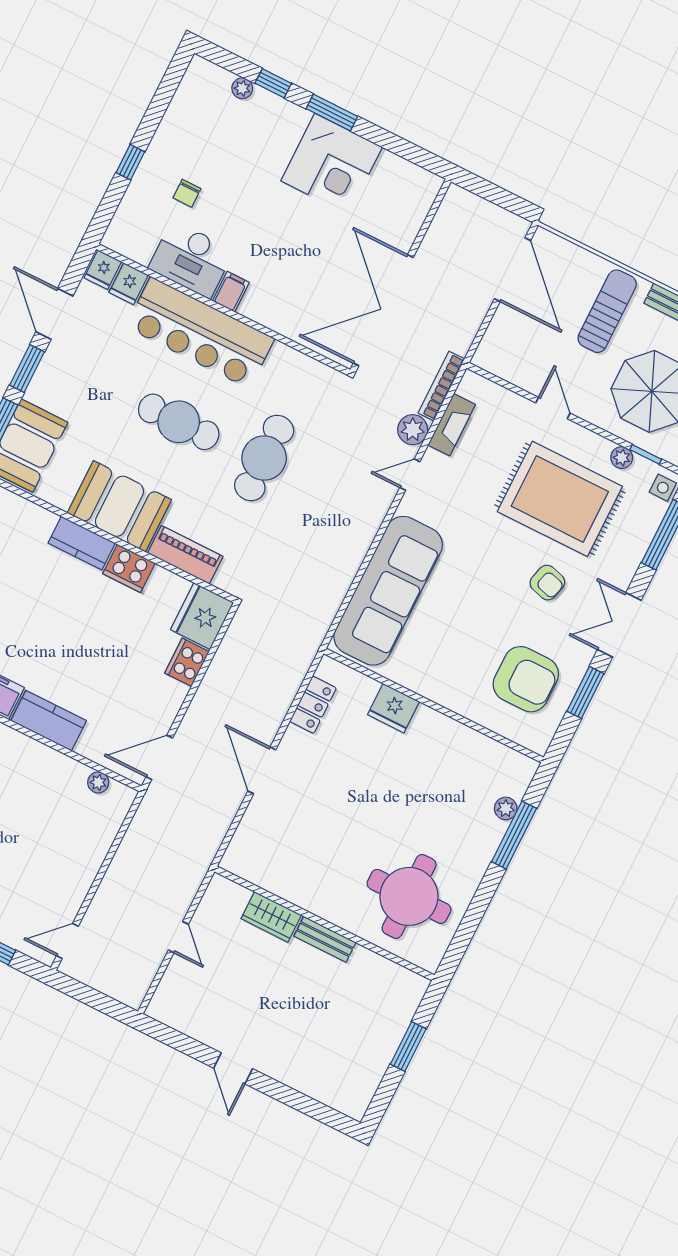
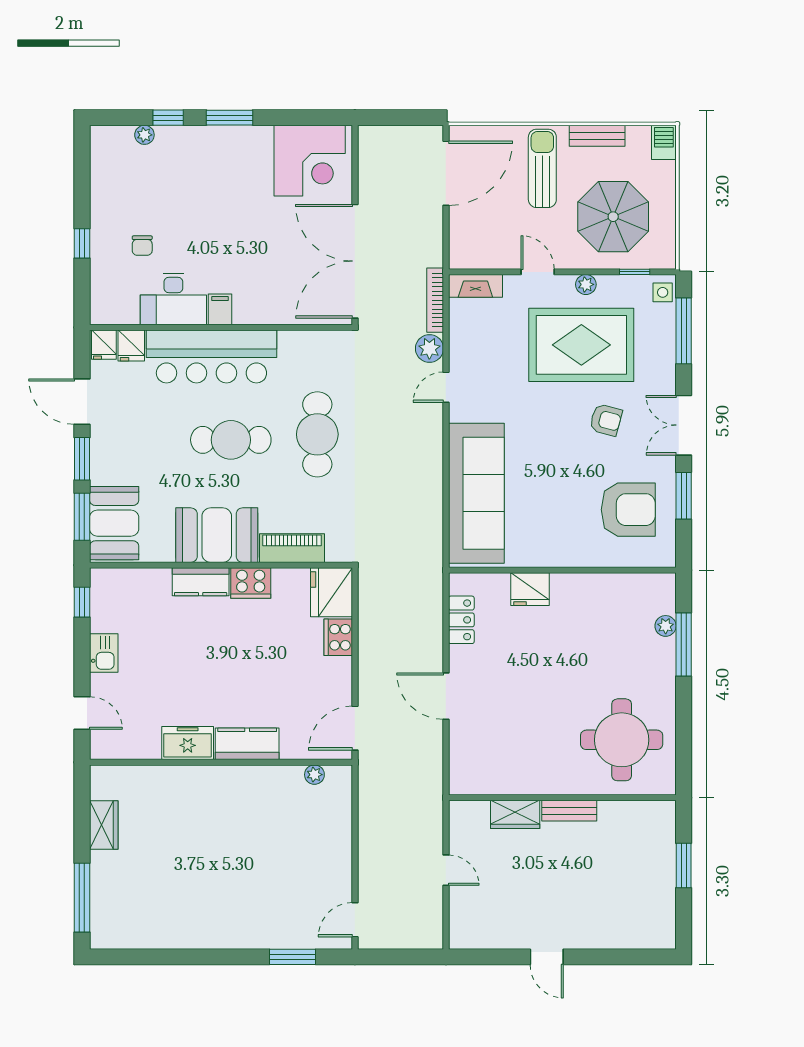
corner desk: (332, 164) -> (310, 161), moved
door: (513, 270) -> (446, 173), hinge flipped
fireplace: (452, 425) -> (475, 286), moved, turned 90
plant: (622, 458) -> (586, 284), moved

